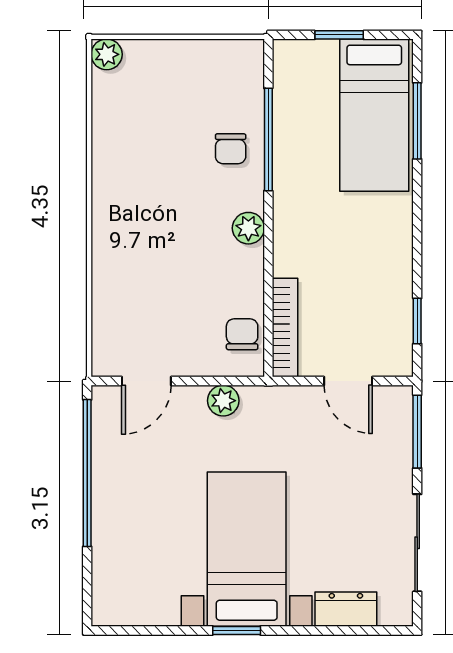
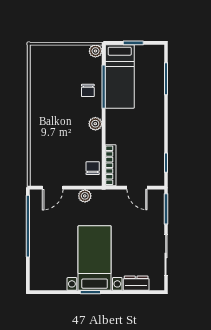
plant: (107, 54) -> (95, 51), moved
bed: (374, 115) -> (120, 76), moved

